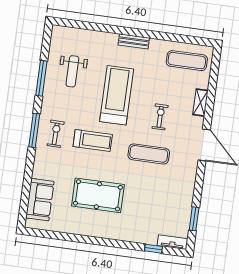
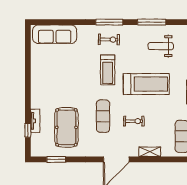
pool table: (98, 195) -> (66, 127), moved
sofa: (40, 200) -> (55, 34), width x1.36
tv unit: (173, 242) -> (35, 121), moved

